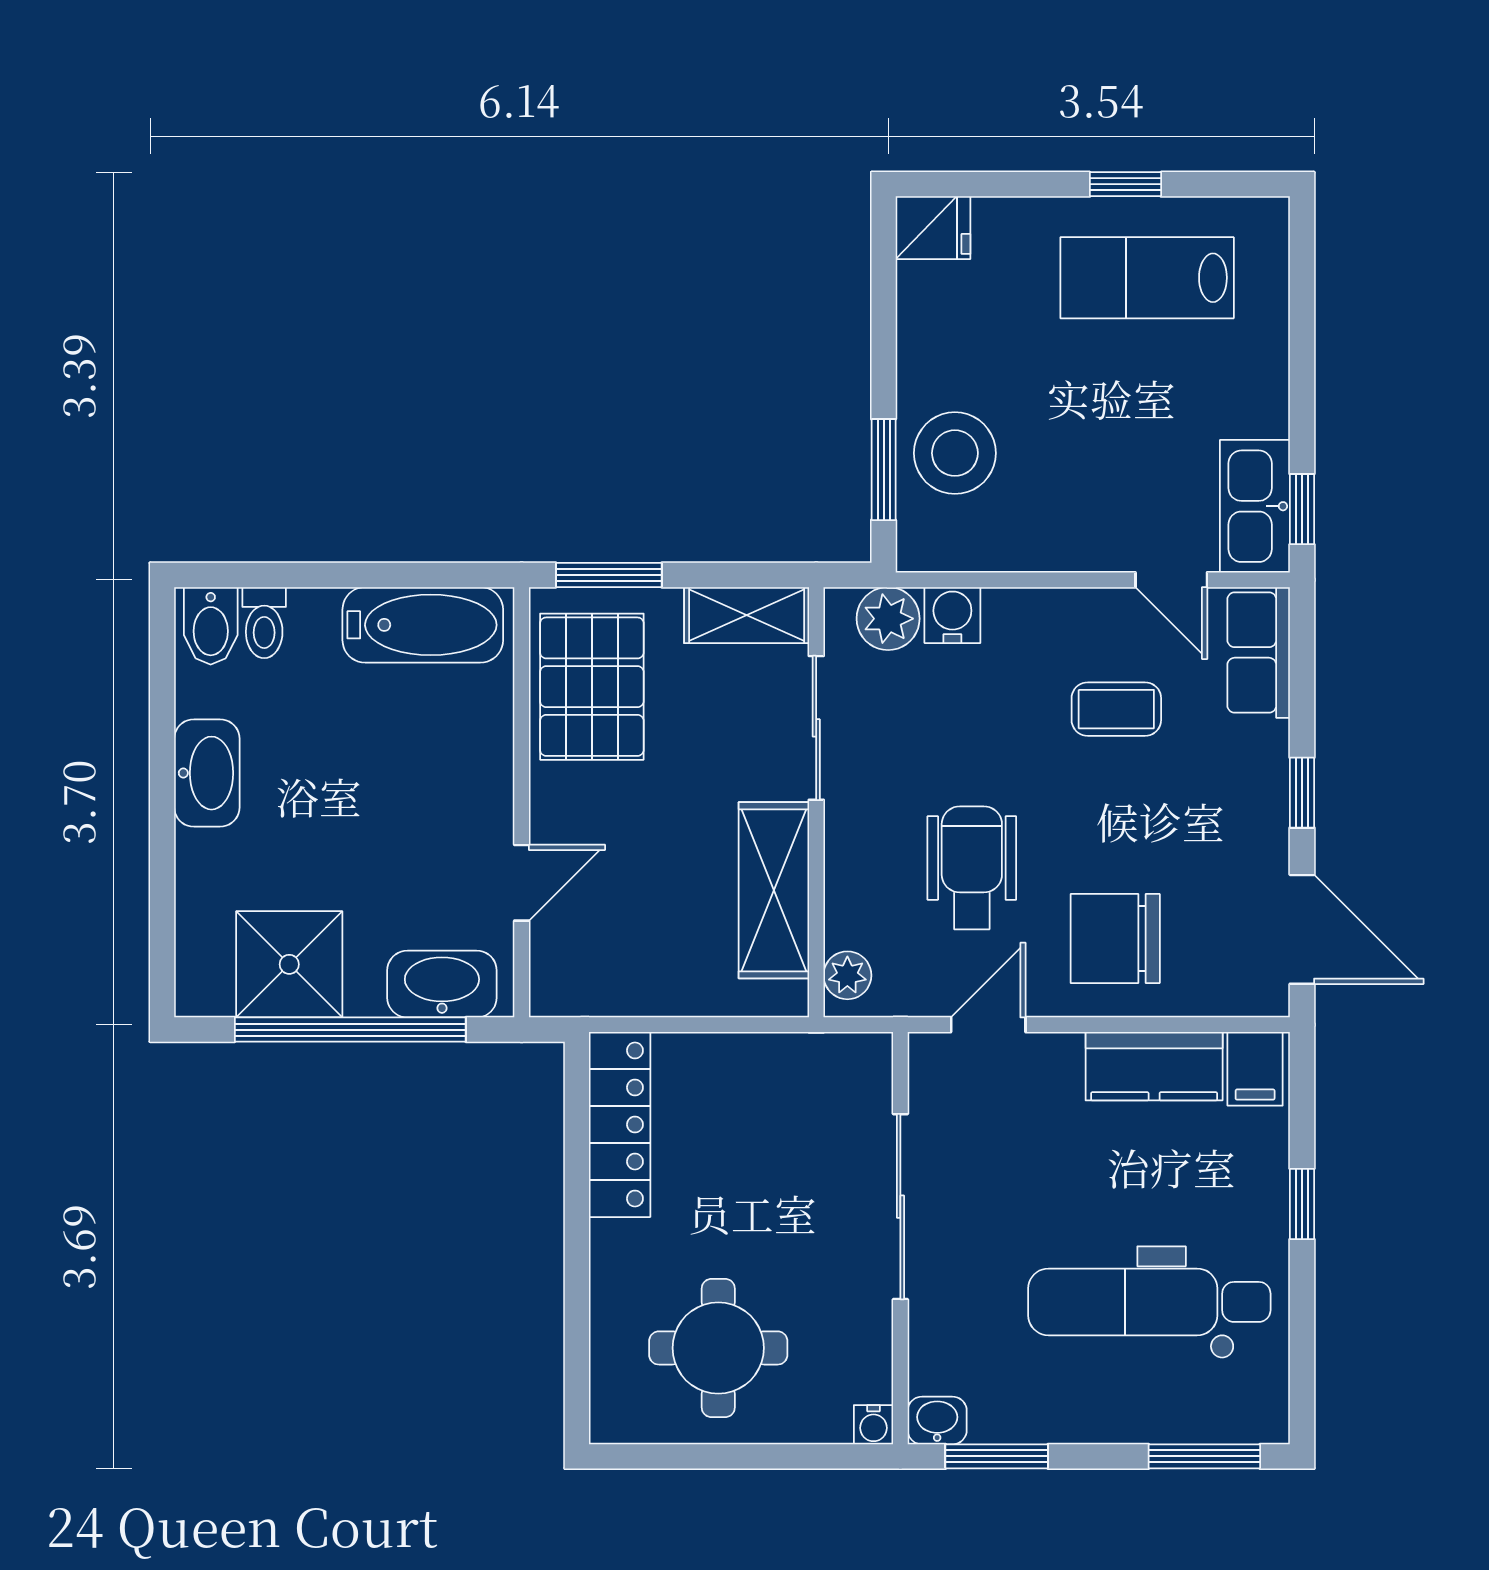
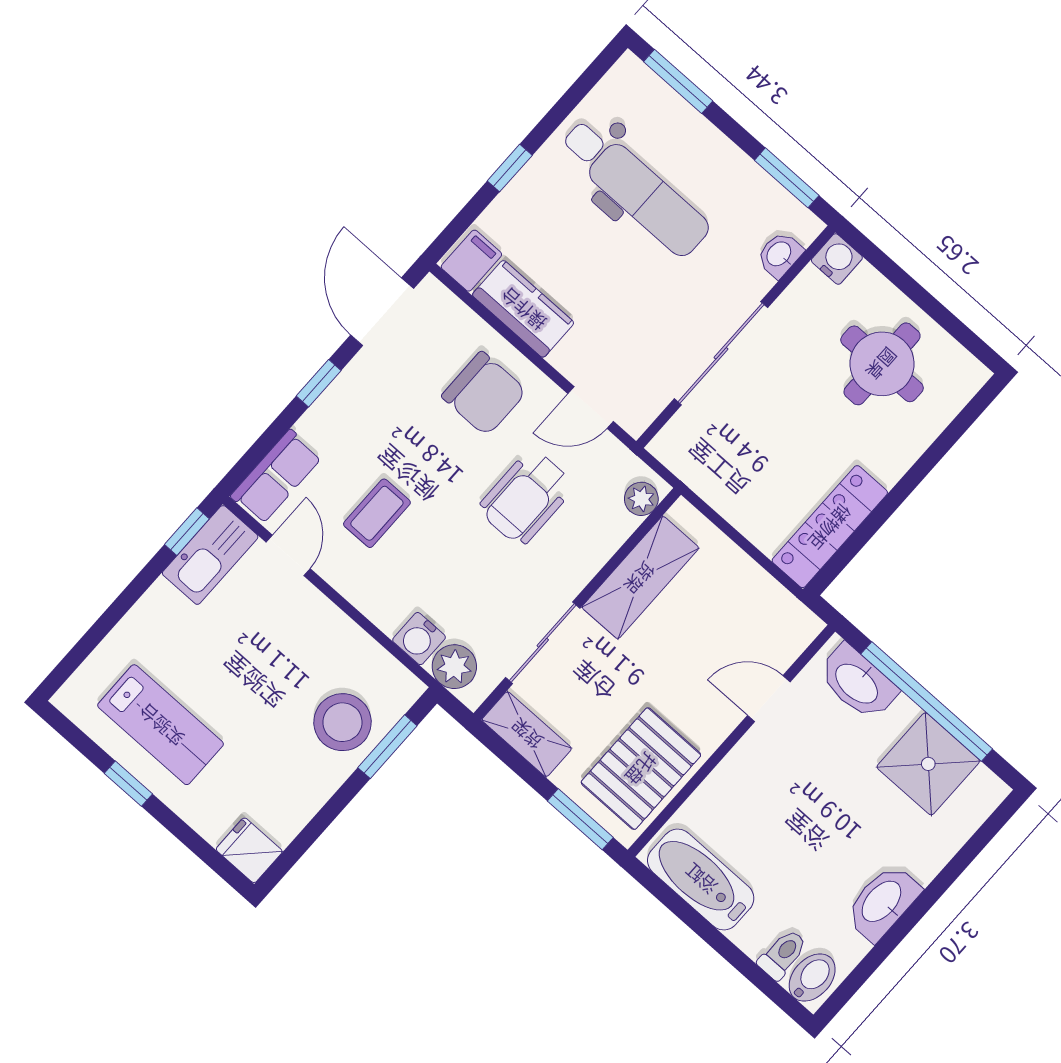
coffee table: (1116, 709) -> (377, 513), turned 90
washbasin: (937, 1420) -> (780, 255), moved, turned 90
water cooler: (874, 1425) -> (837, 259), width x1.38, depth x1.38

